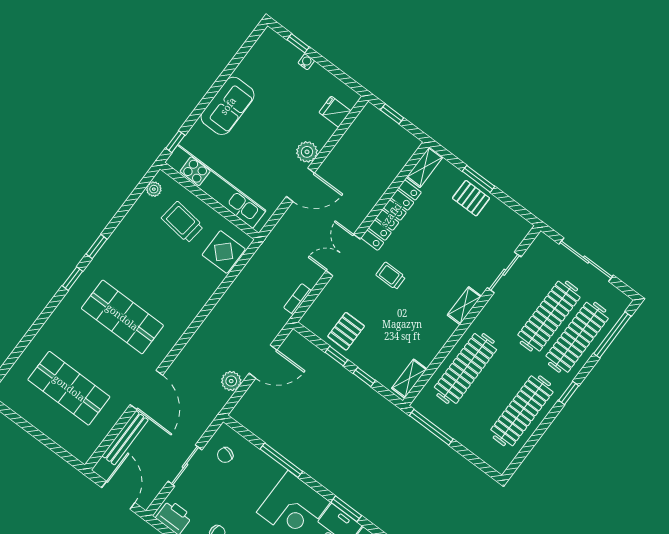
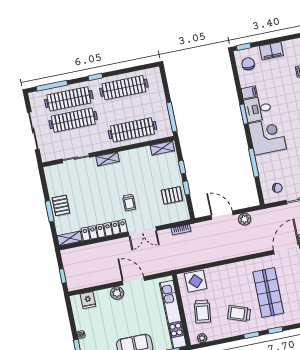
trolley: (135, 260) -> (239, 313), added

